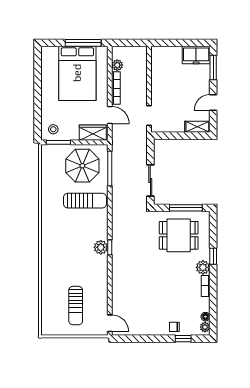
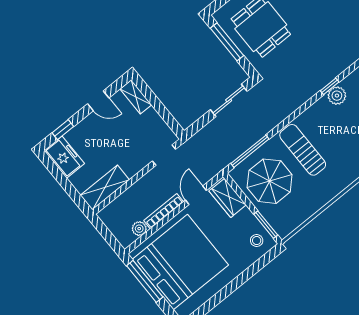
shelving: (158, 64) -> (105, 188), added
window: (213, 68) -> (63, 130), width x0.67
bed: (77, 73) -> (180, 262), width x1.36

